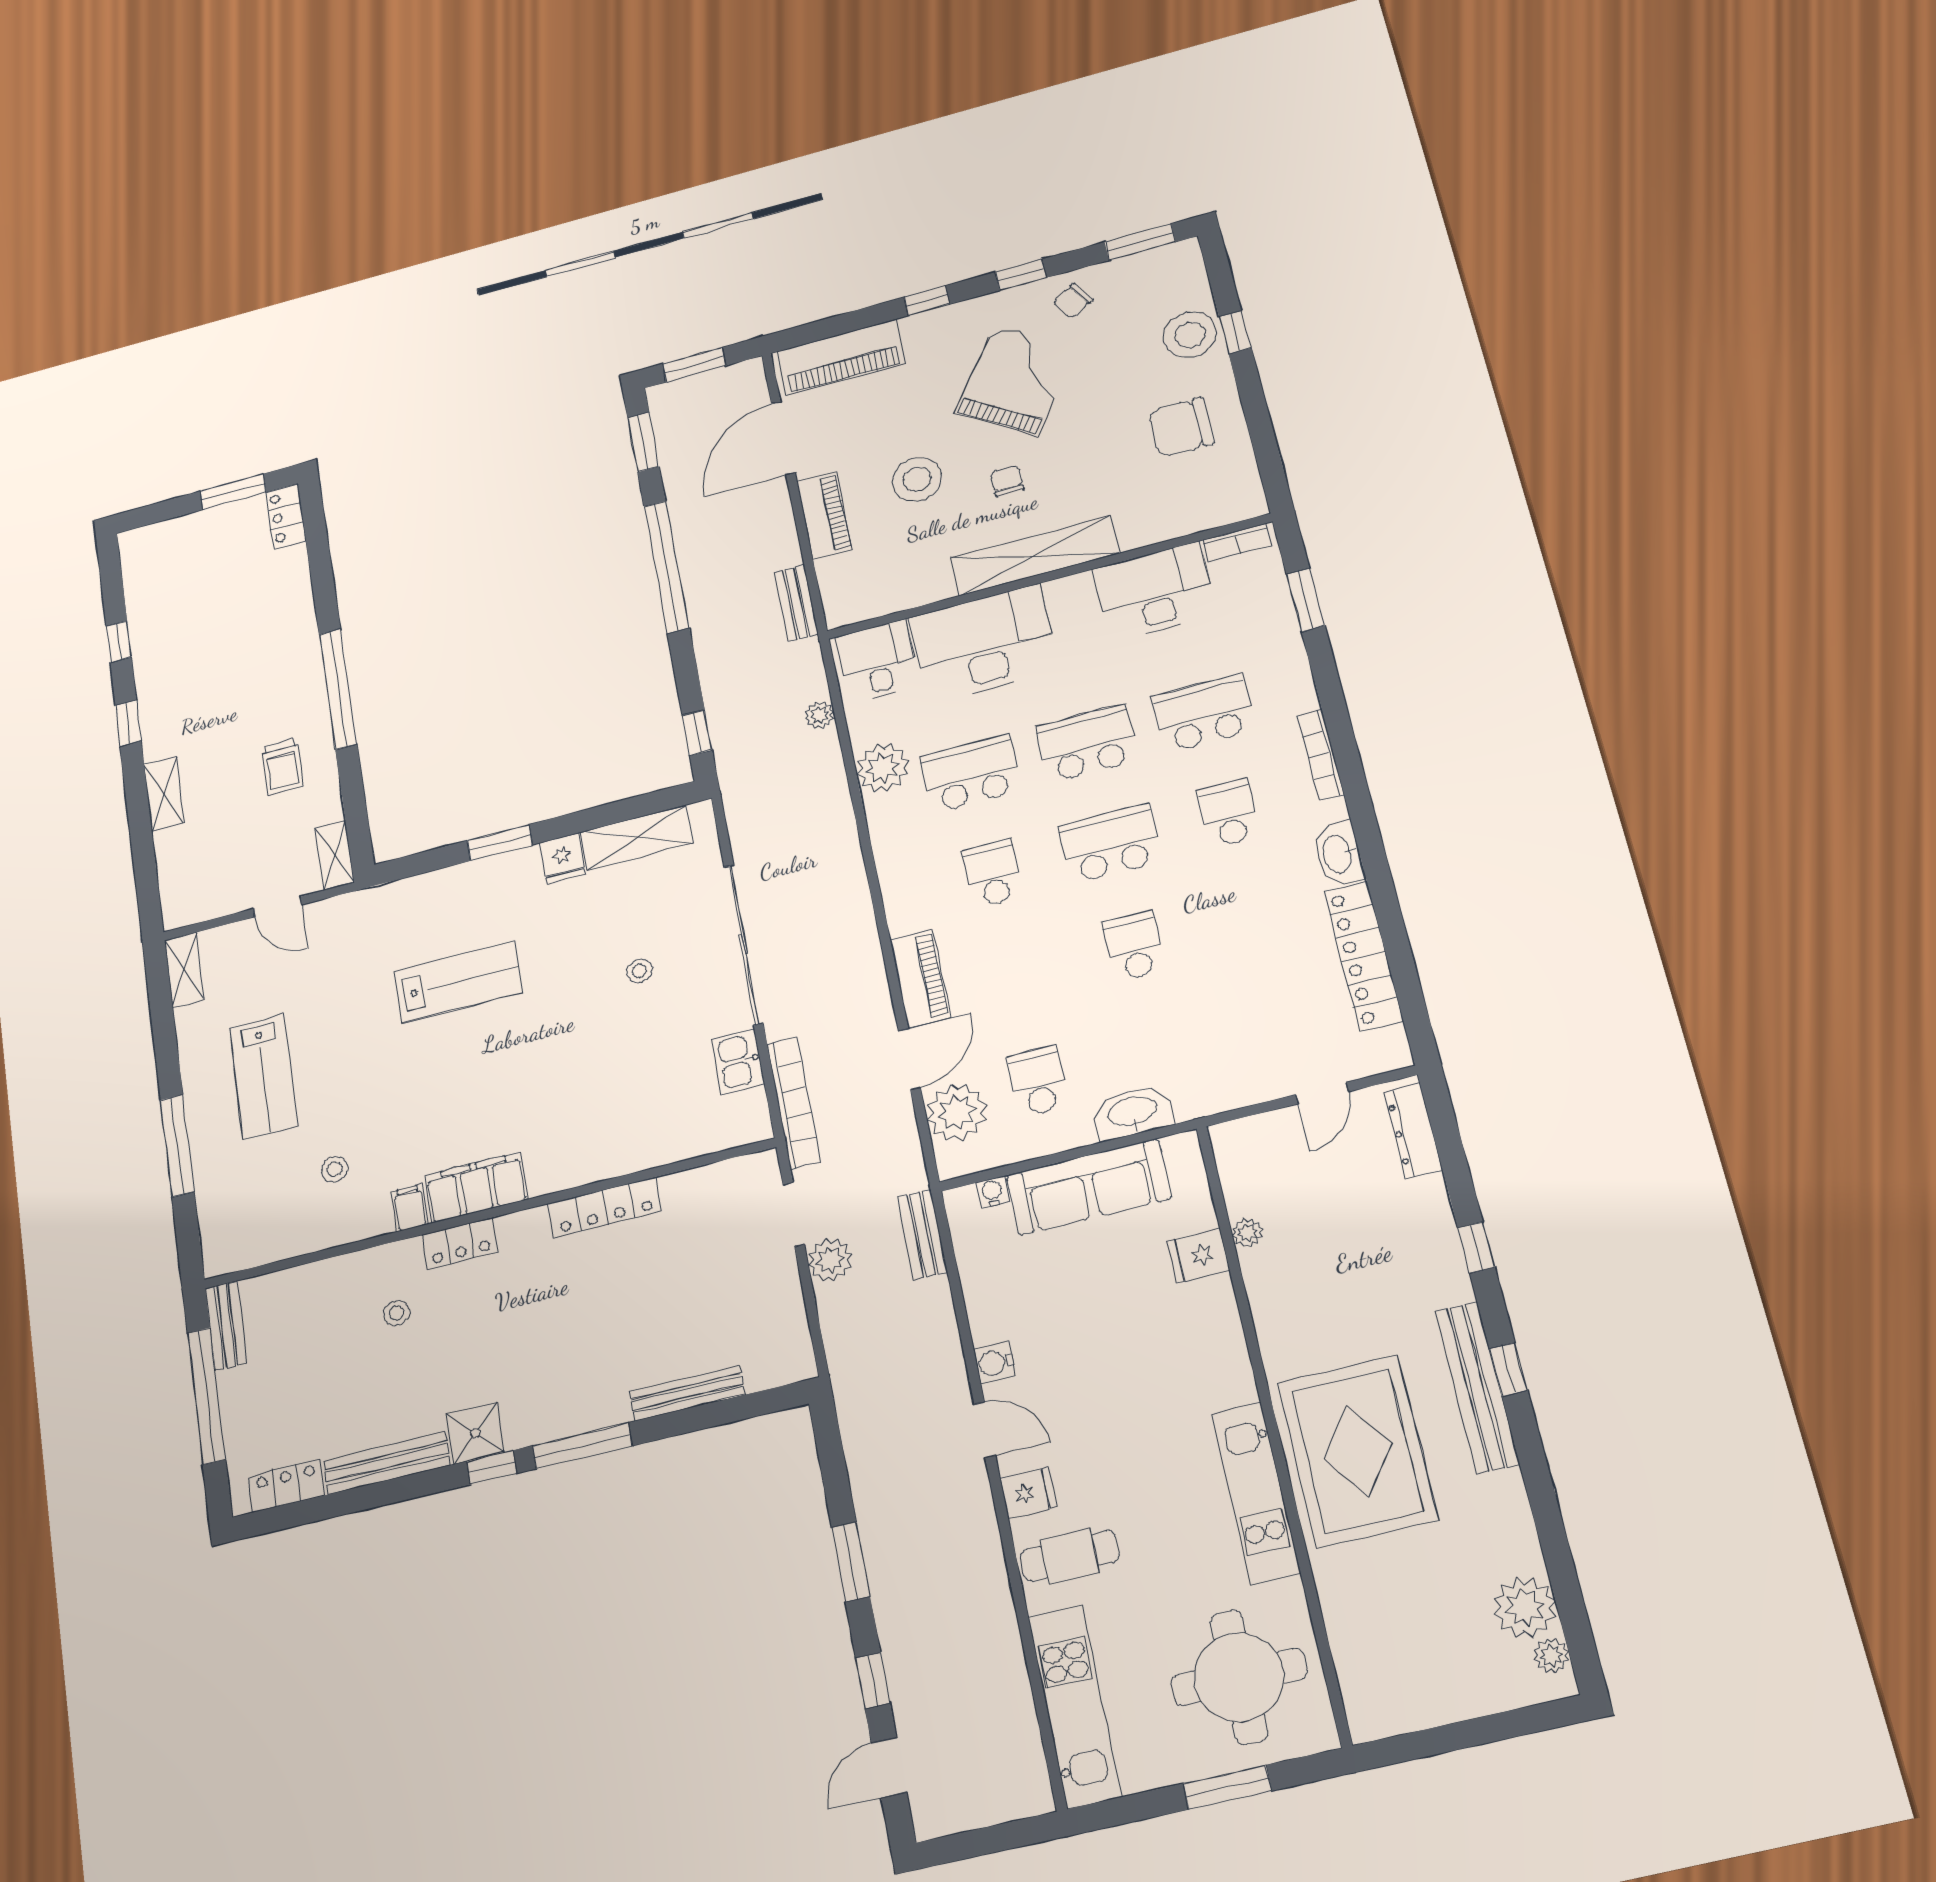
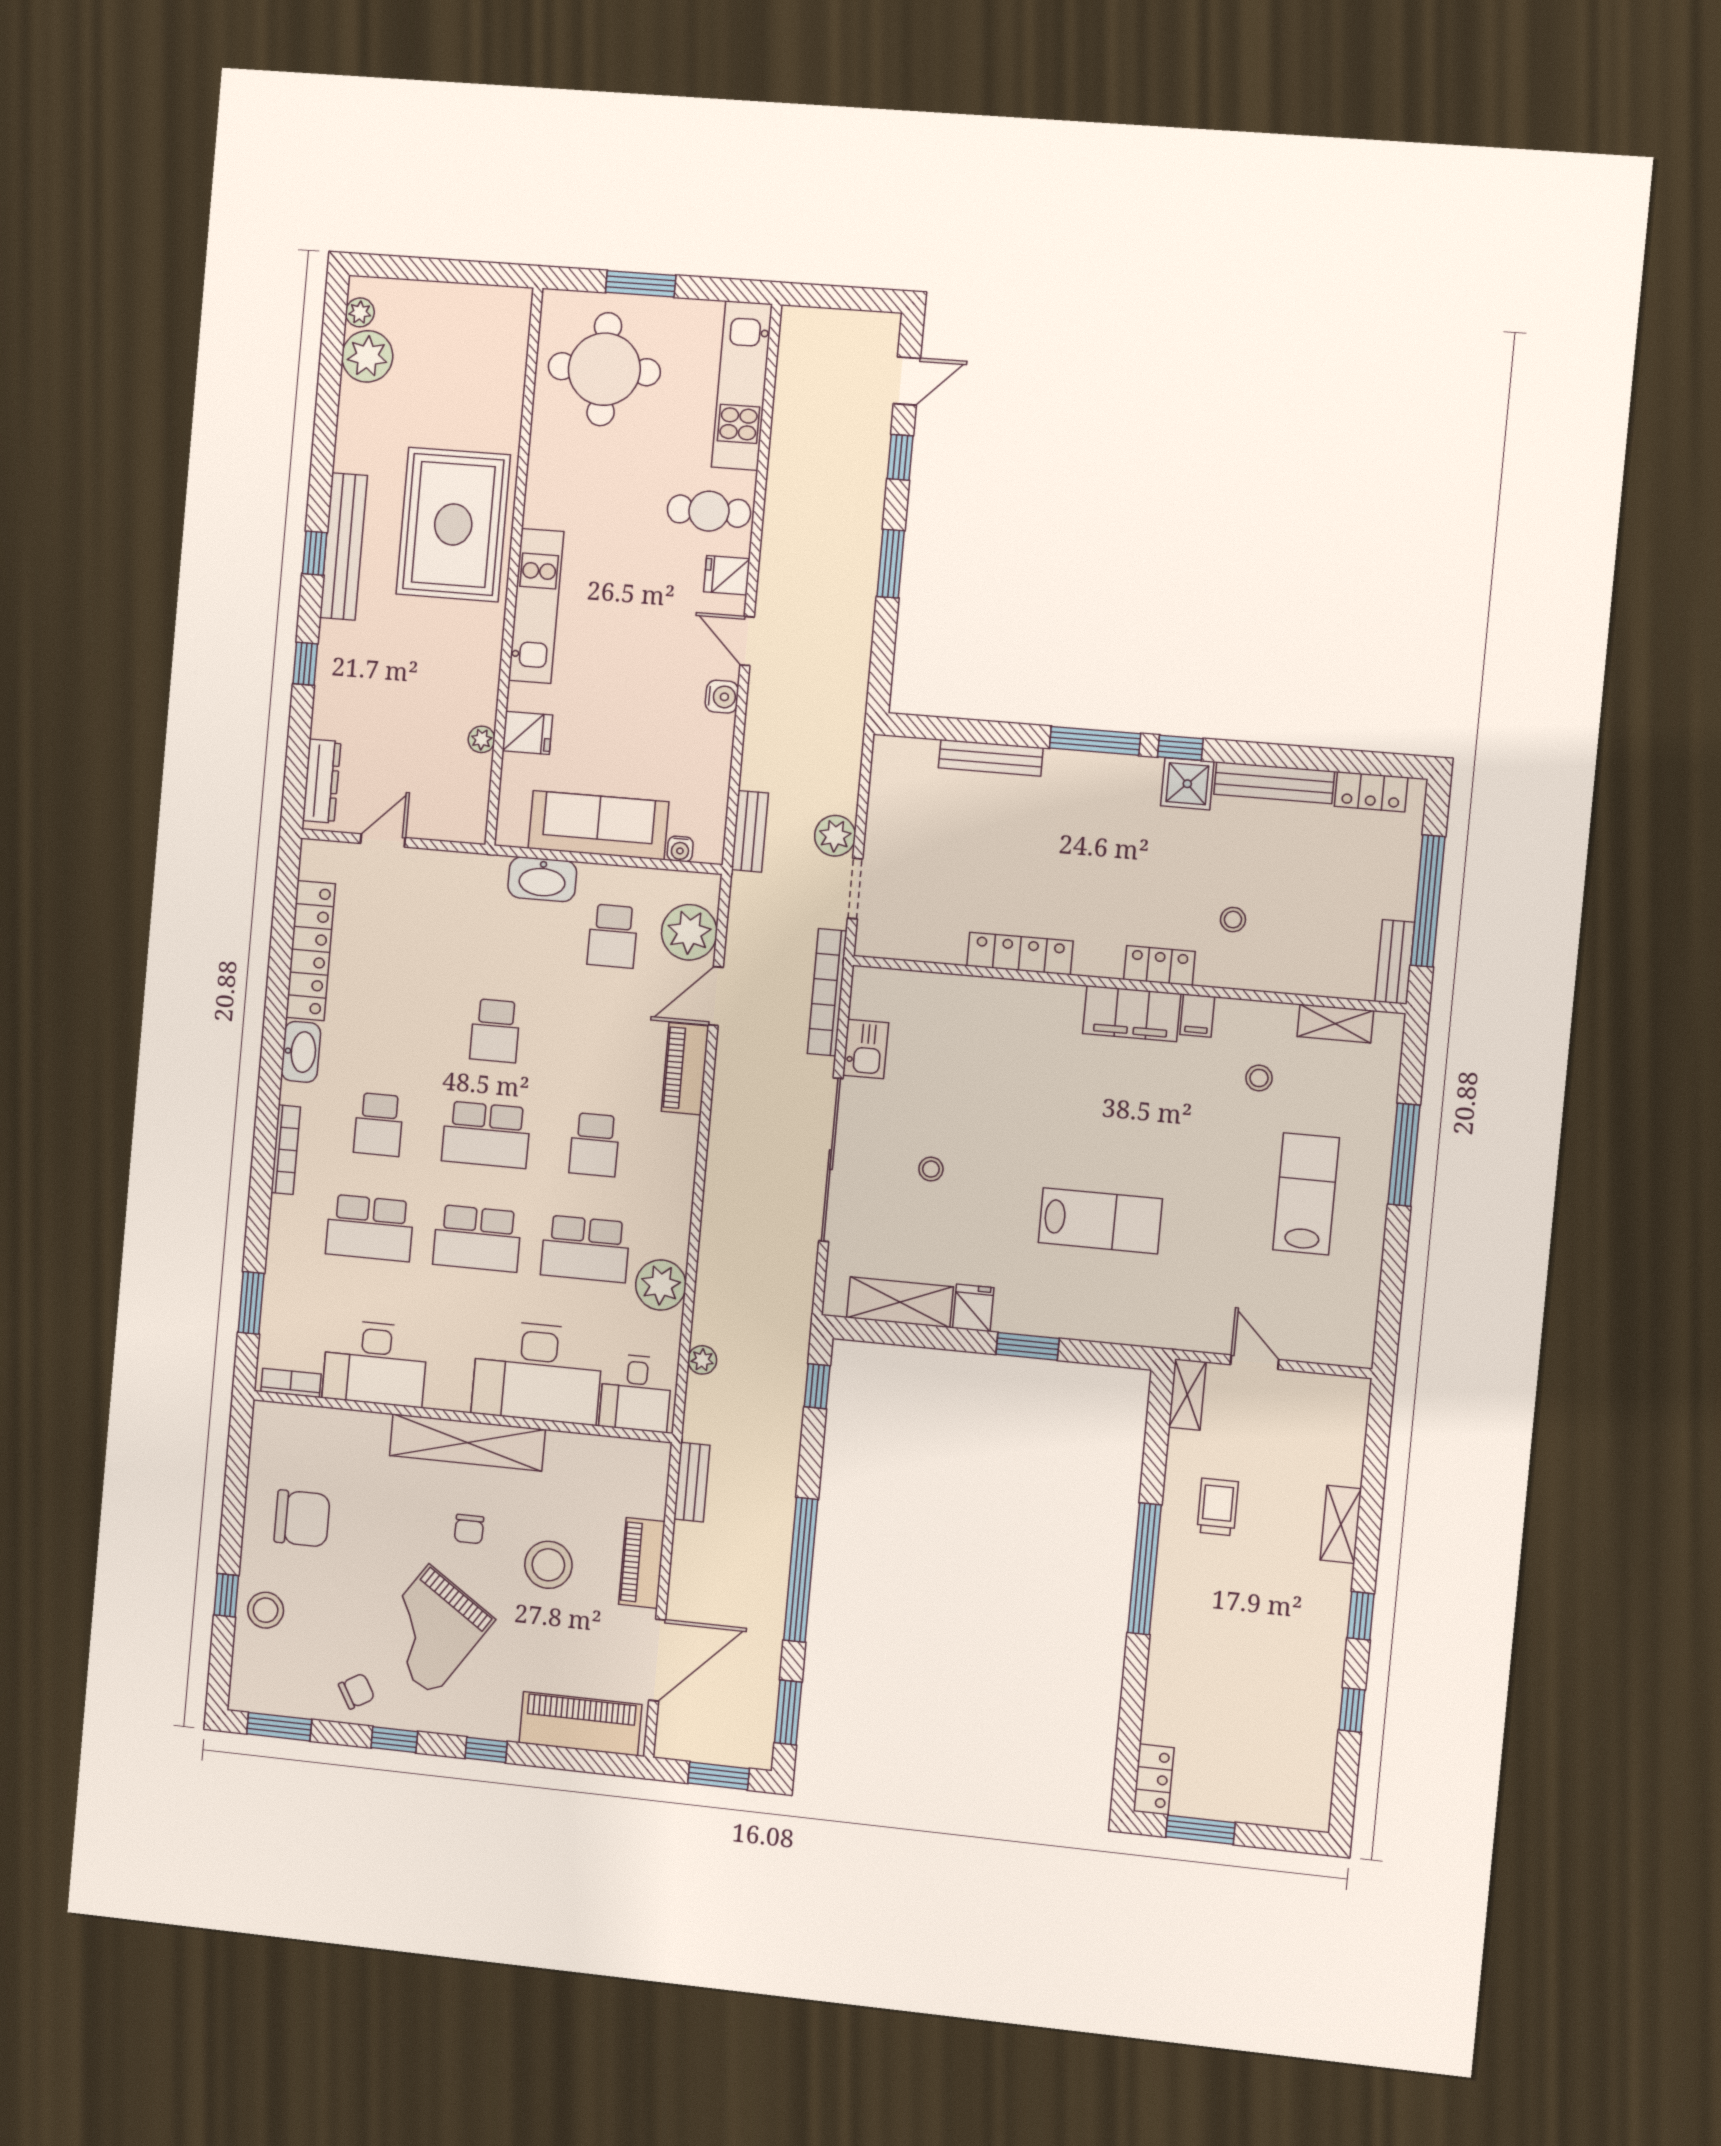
stool: (1190, 335) -> (266, 1610), width x0.73, depth x0.73
shelving: (184, 970) -> (1335, 1024), moved, turned 90
lab bench: (458, 982) -> (1100, 1221), turned 180
kitchen unit: (1256, 1493) -> (536, 606), moved

